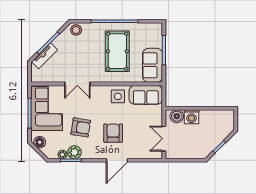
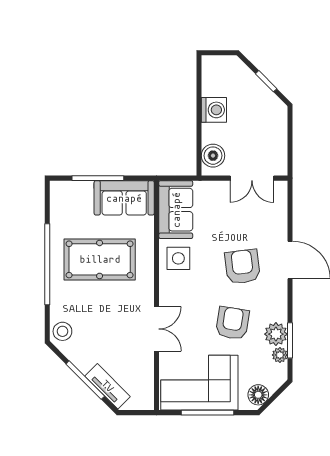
washing machine: (191, 117) -> (214, 110), moved
armchair: (113, 133) -> (242, 267), turned 83

